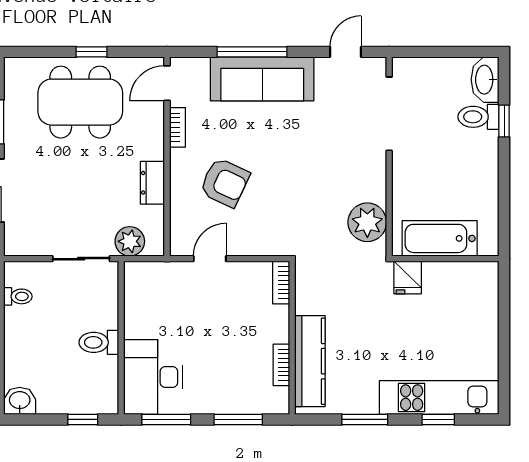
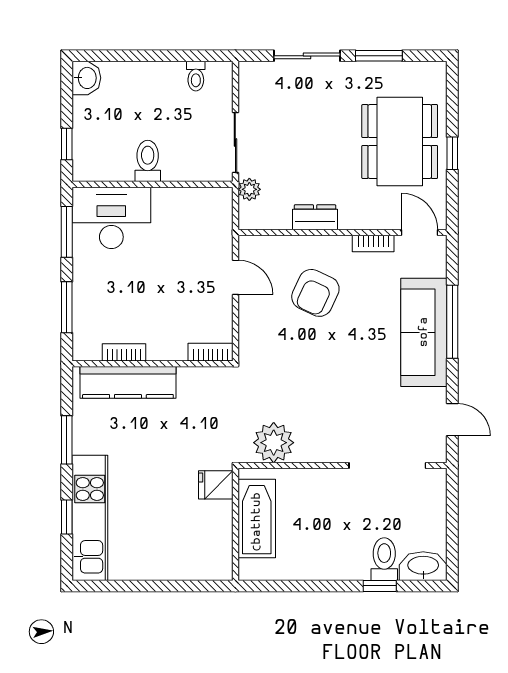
plant: (130, 241) -> (249, 189), width x0.73, depth x0.73

